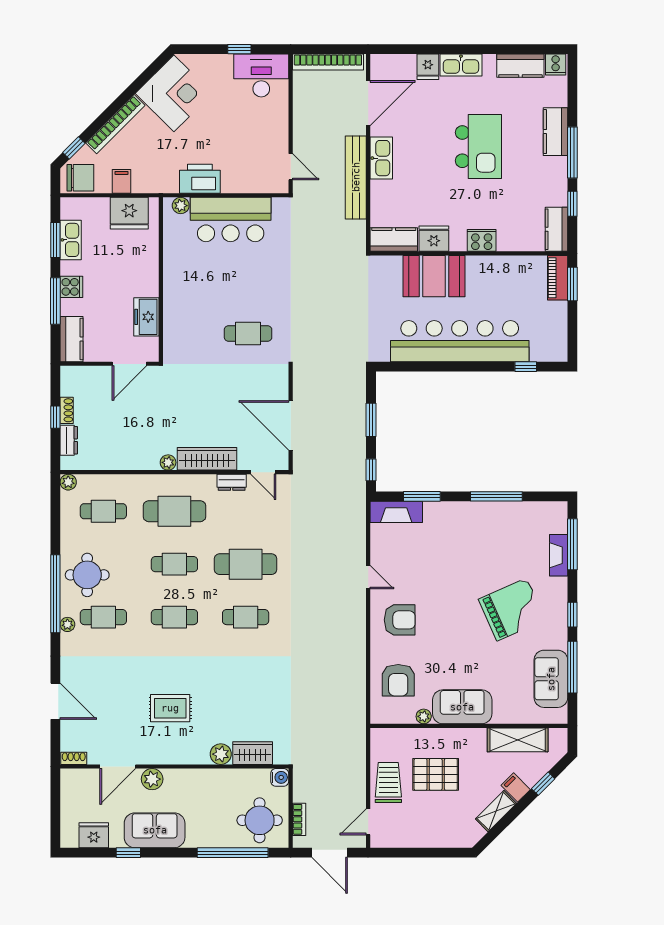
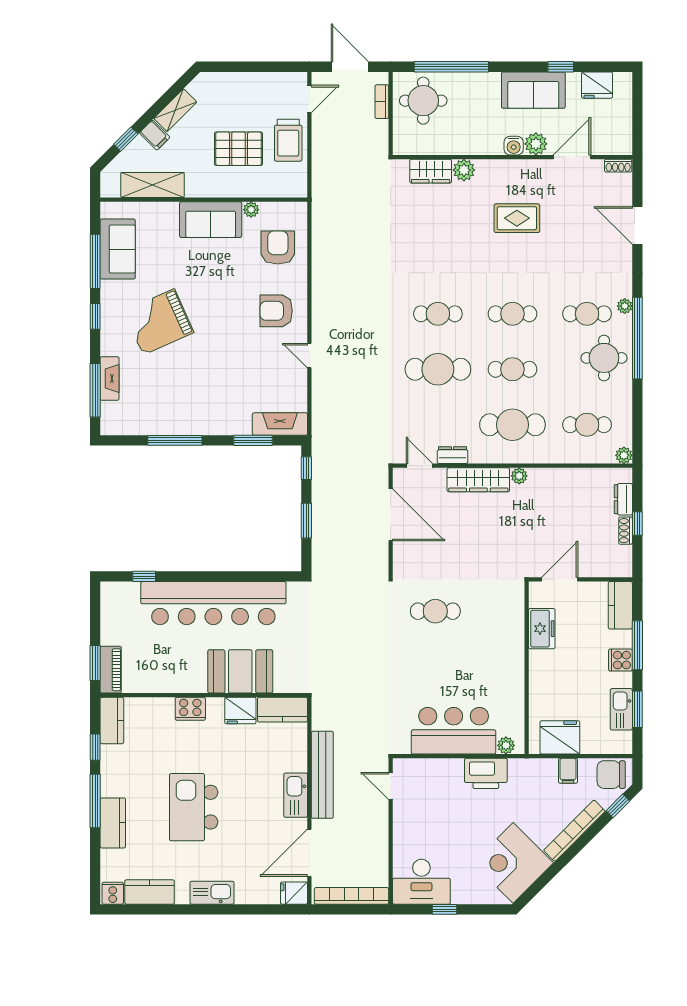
fridge: (428, 67) -> (294, 893), moved, turned -90
water cooler: (280, 777) -> (514, 146), moved, turned -90

